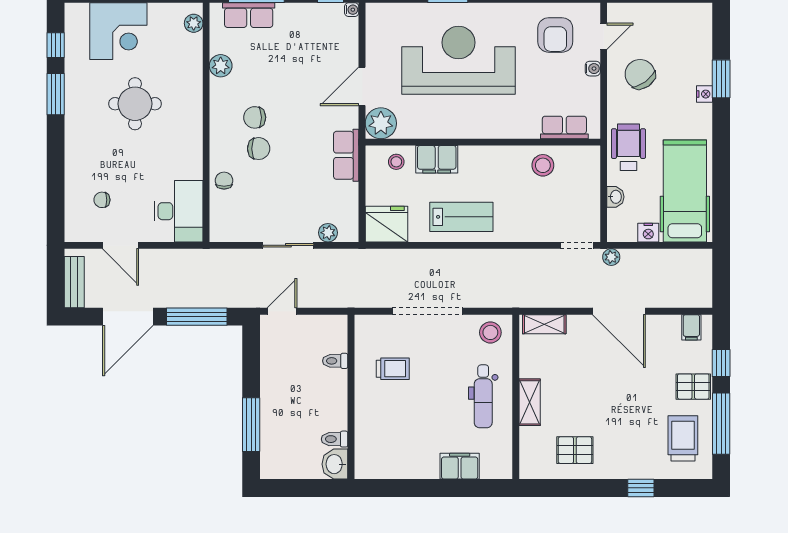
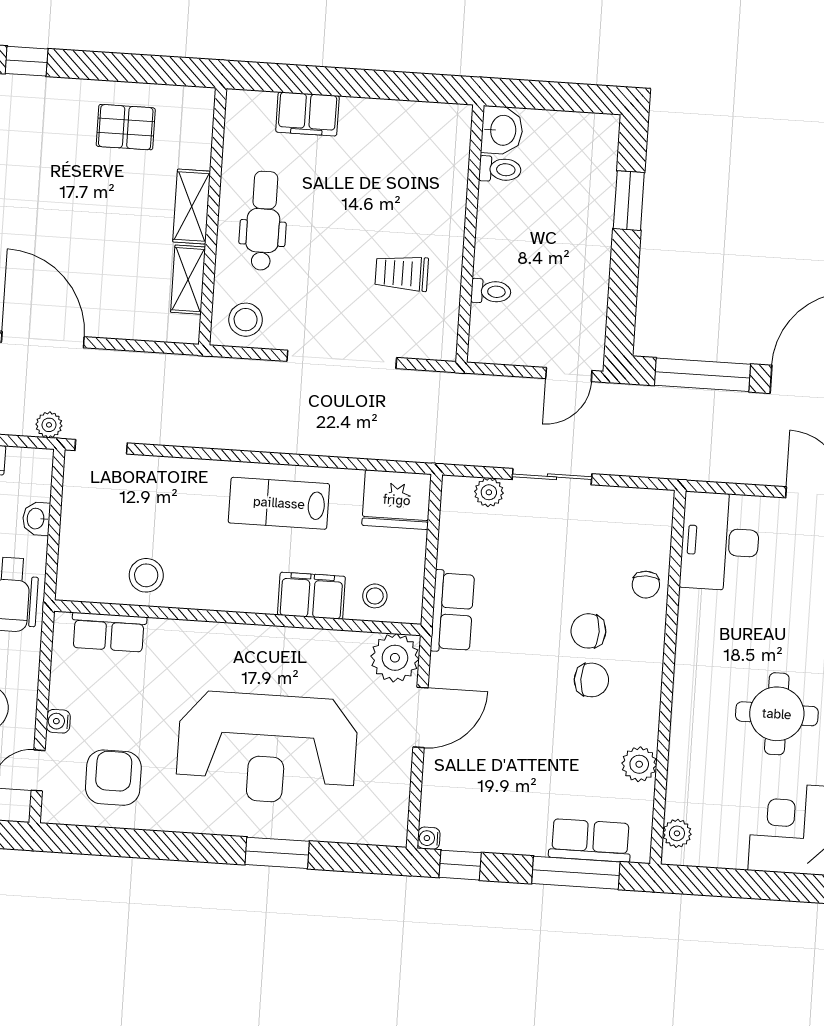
shelving: (544, 324) -> (188, 280), moved, turned 90
window: (251, 425) -> (629, 201), width x0.69

